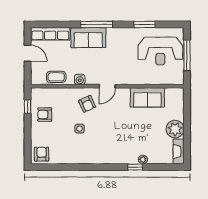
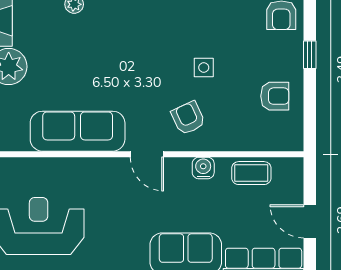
door: (107, 86) -> (147, 154), swing flipped
sofa: (147, 97) -> (78, 131), width x1.36
window: (28, 107) -> (310, 55), moved

